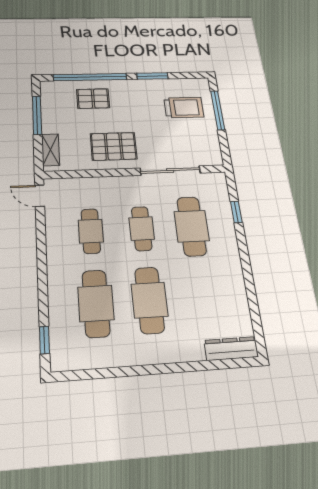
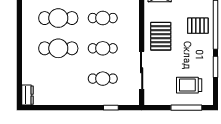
pallet: (93, 99) -> (198, 26), turned 90
trolley: (184, 107) -> (189, 85), turned 90
cafe table: (192, 226) -> (103, 79), width x0.73, depth x0.74
dresser: (231, 349) -> (28, 95), width x0.70

